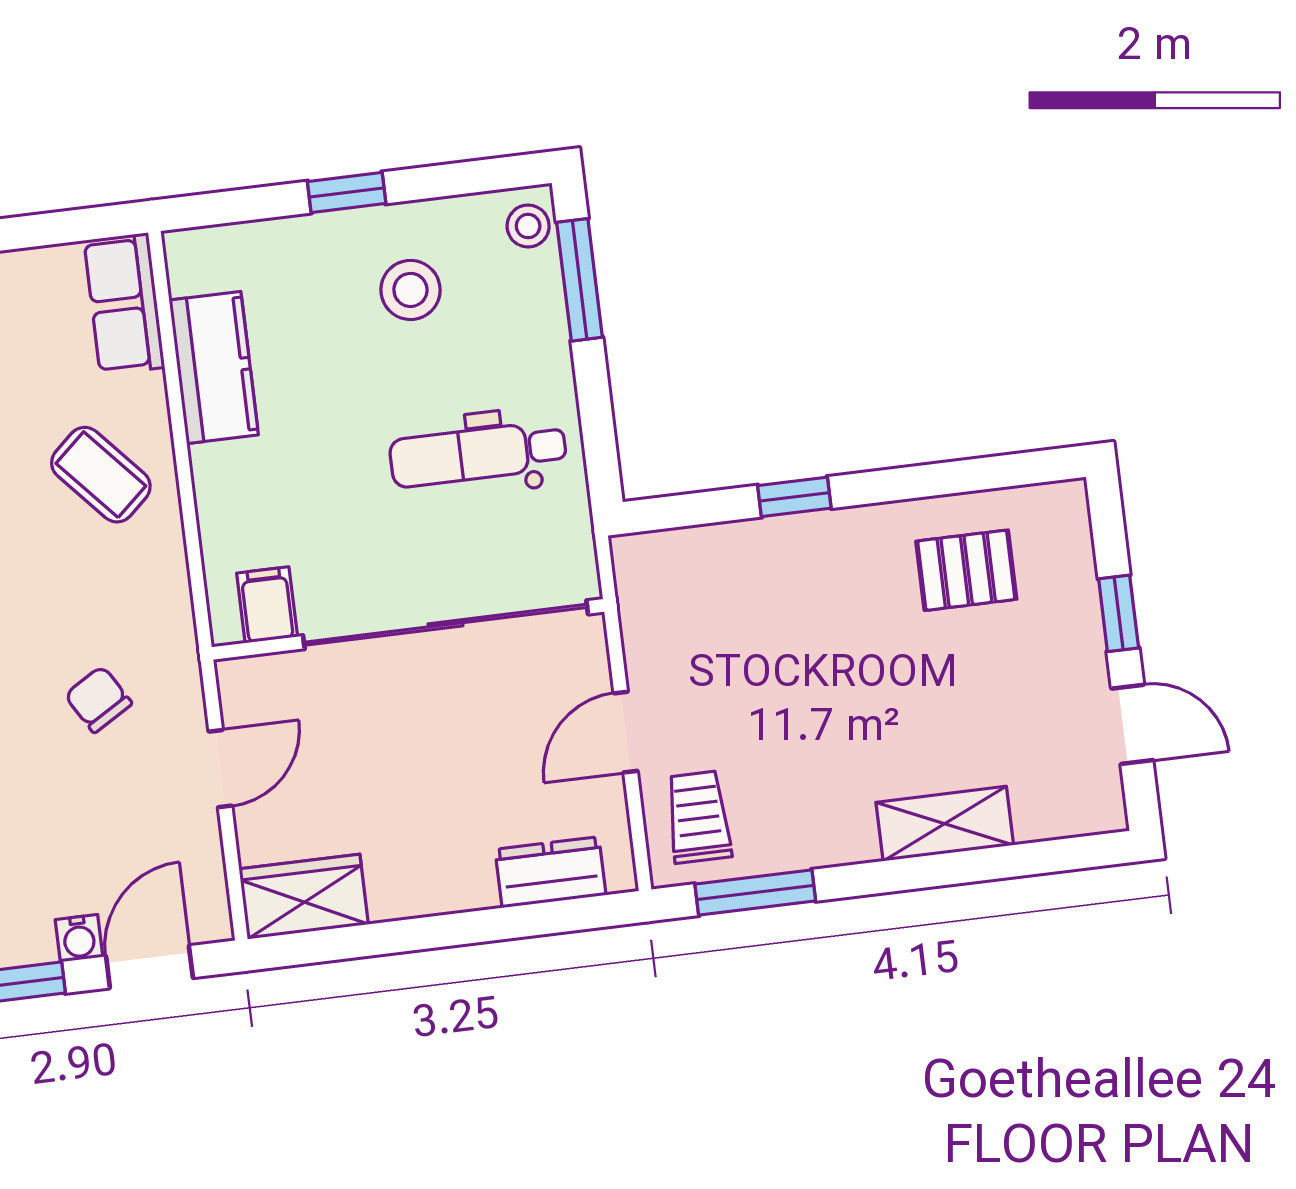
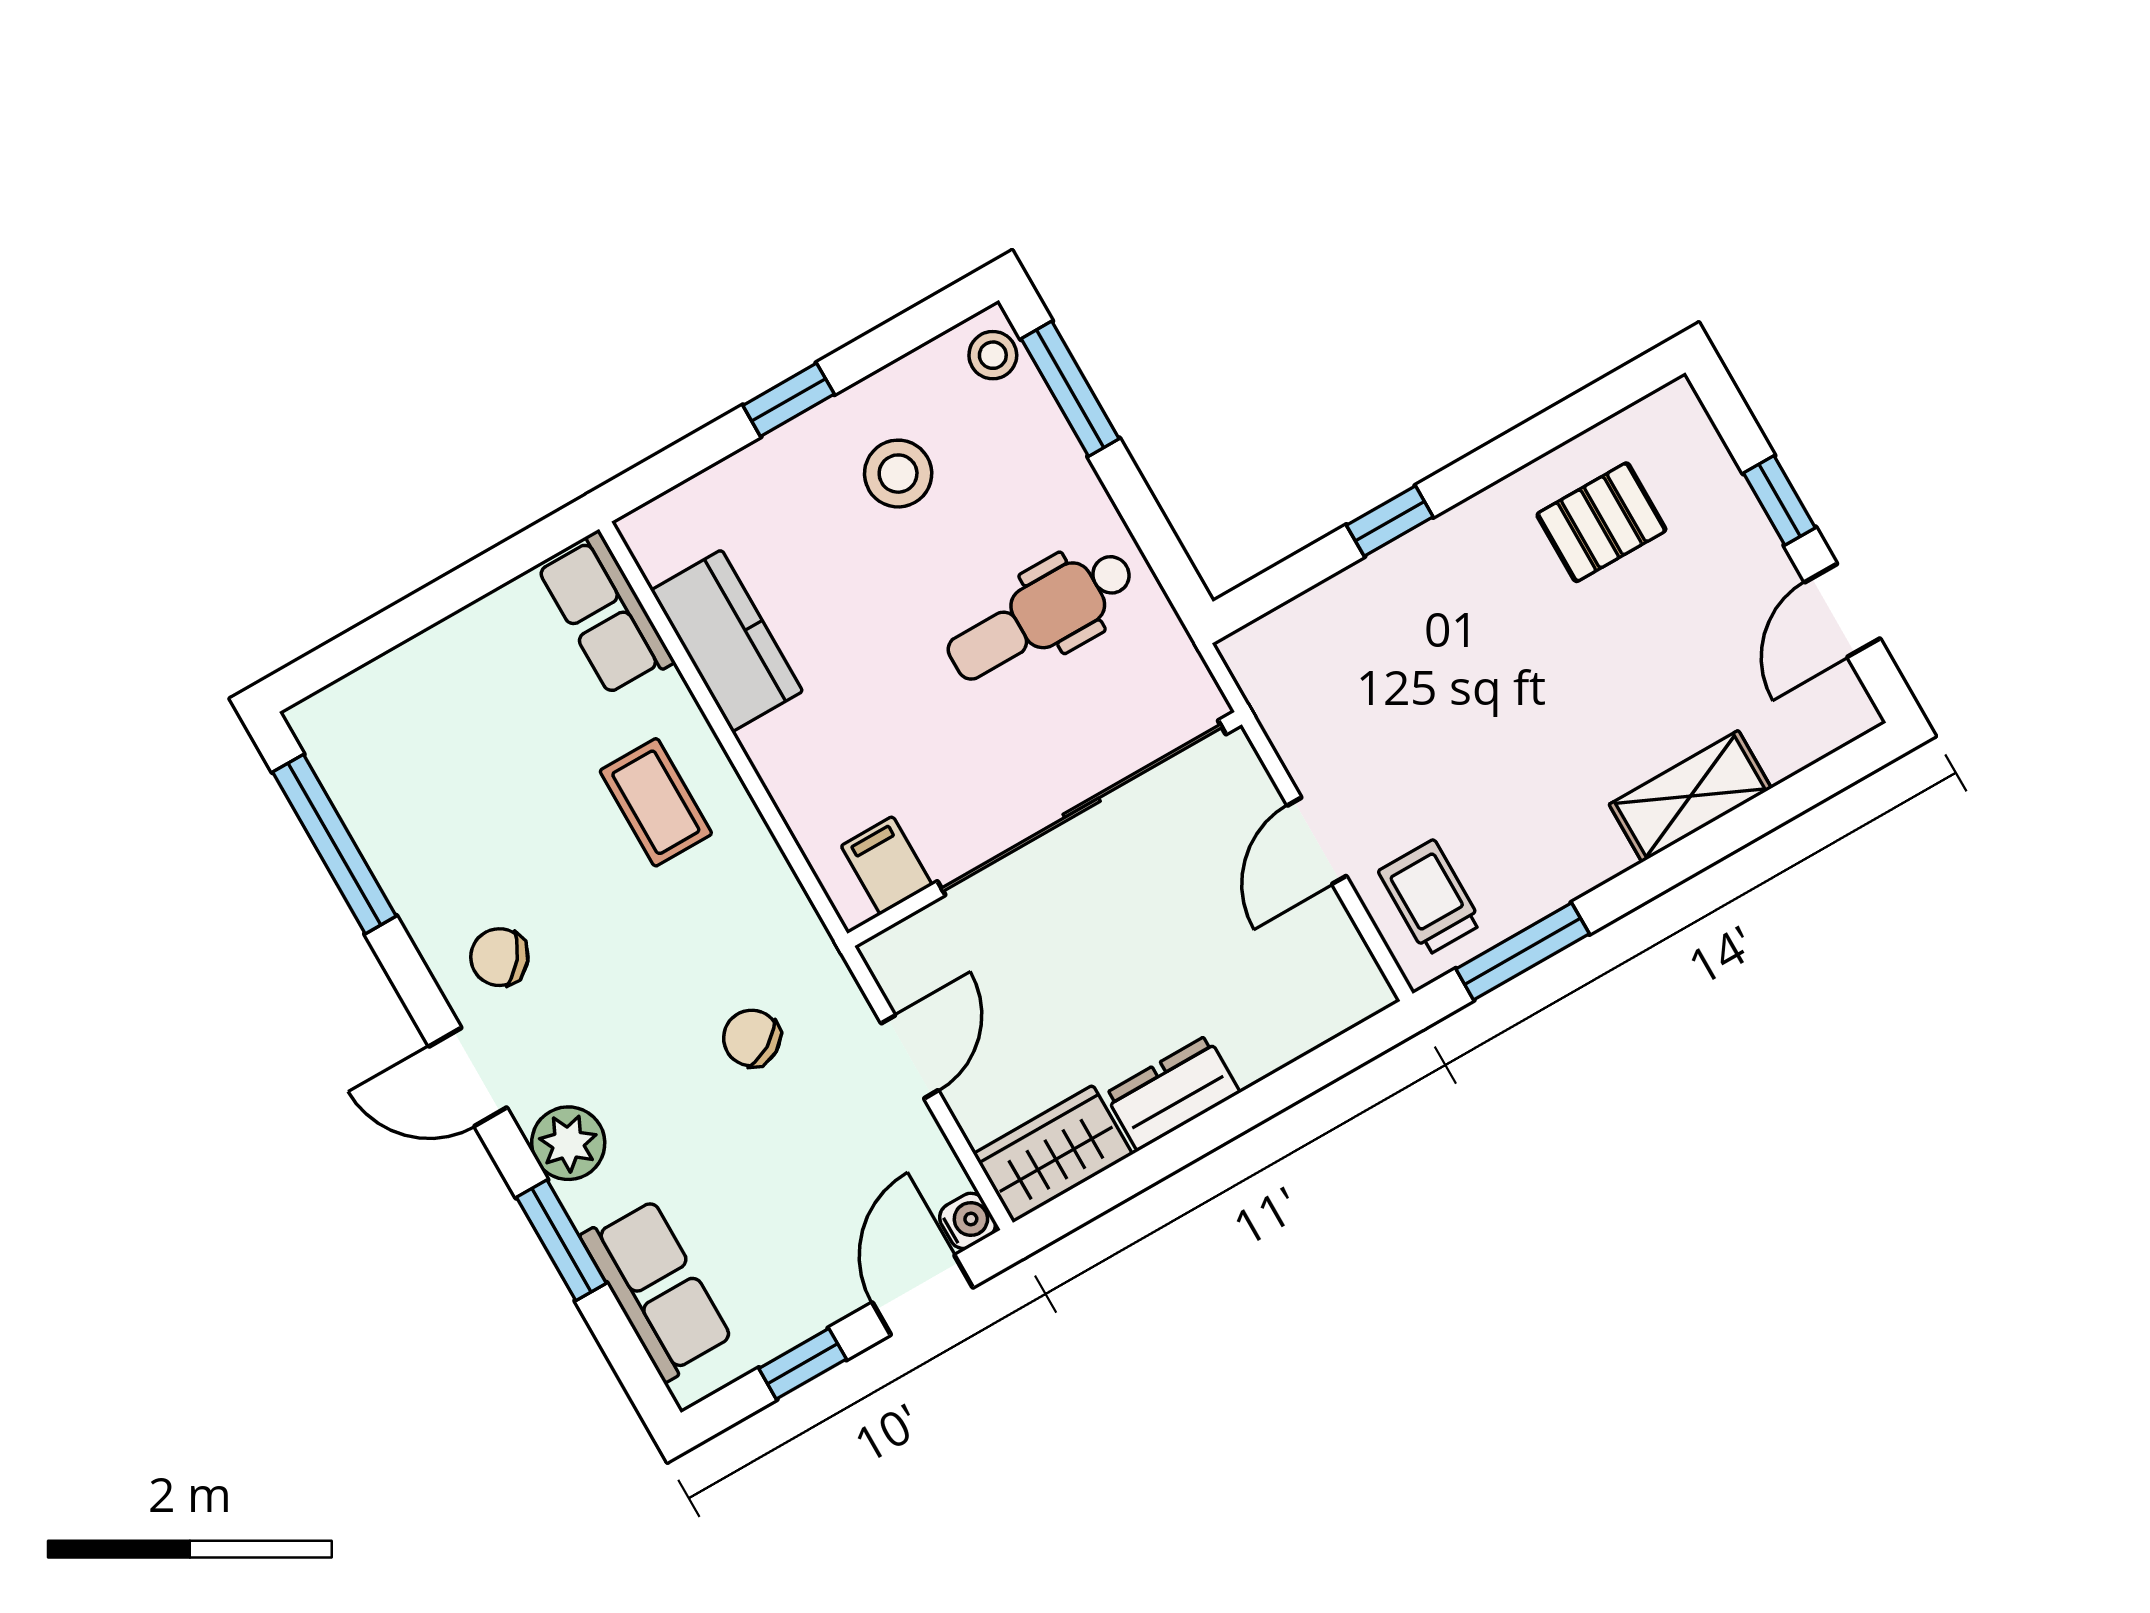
coffee table: (101, 475) -> (656, 802), turned 42
door: (1132, 724) -> (1842, 610), swing flipped
dresser: (551, 872) -> (1172, 1093), moved
water cooler: (79, 938) -> (968, 1221), moved, turned -90

